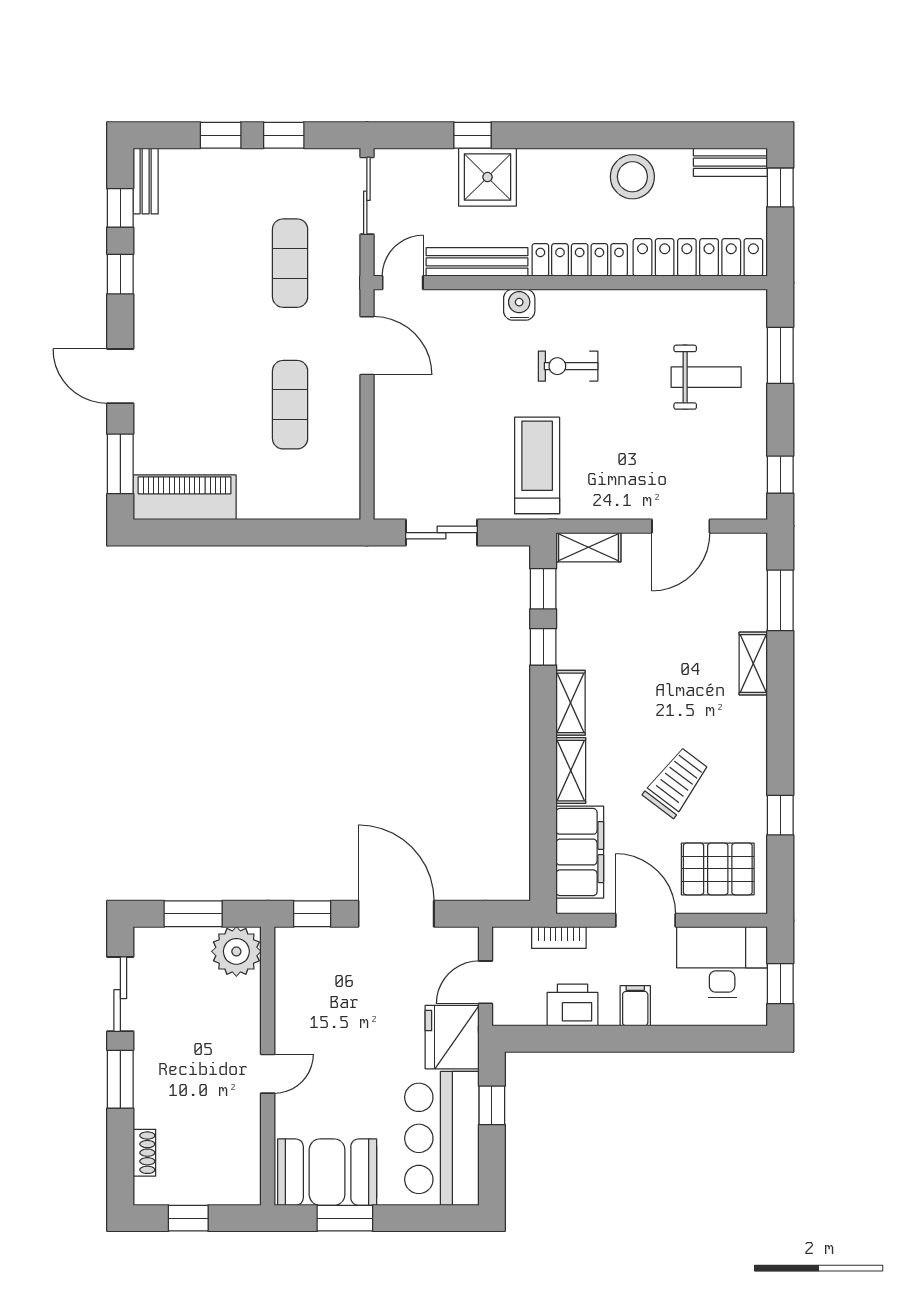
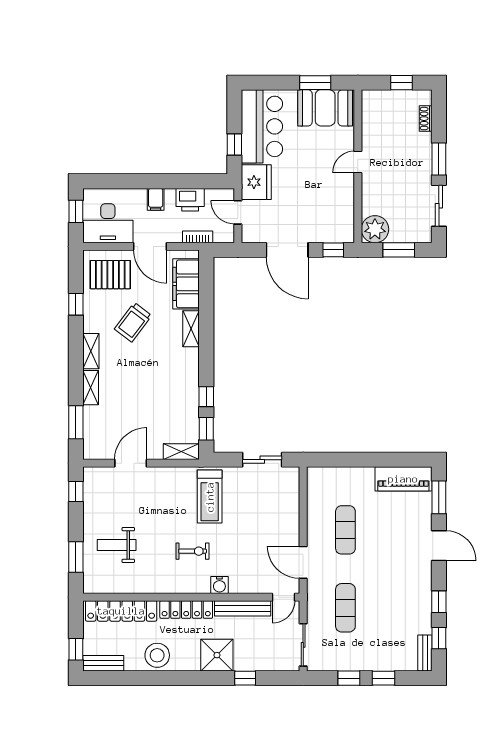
shower: (488, 177) -> (217, 655), moved
shelving: (571, 703) -> (91, 351), moved
door: (485, 982) -> (238, 212), swing flipped

